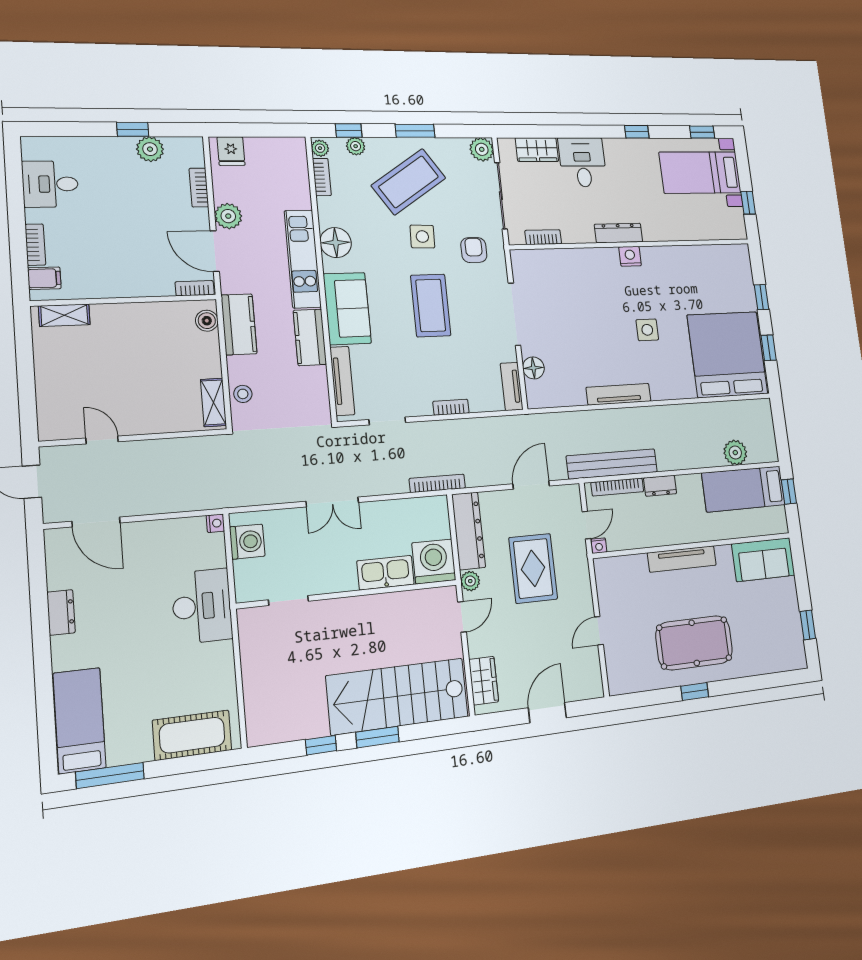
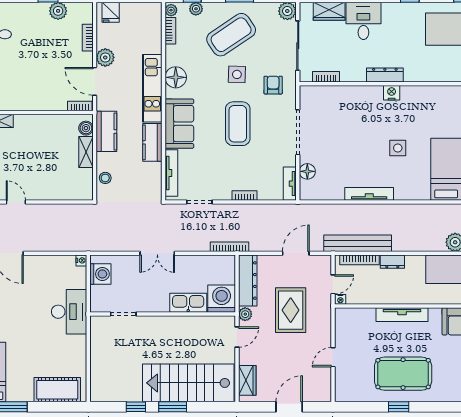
shelving: (213, 402) -> (86, 152), moved

